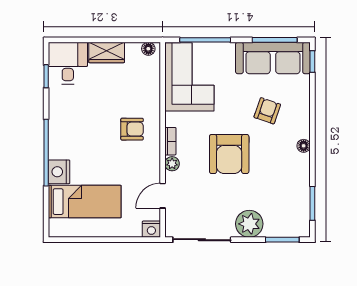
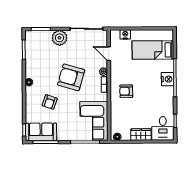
sofa: (273, 58) -> (41, 132), width x0.73
armchair: (229, 154) -> (71, 77), turned -74
nightstand: (59, 172) -> (168, 79), moved
door: (163, 196) -> (109, 54), swing flipped
nightstand: (151, 229) -> (125, 34), moved

